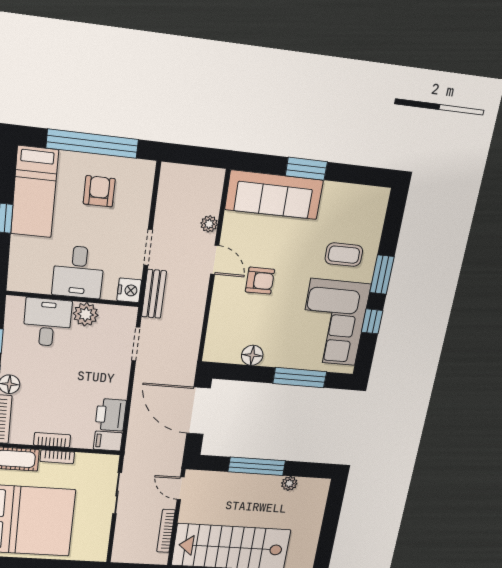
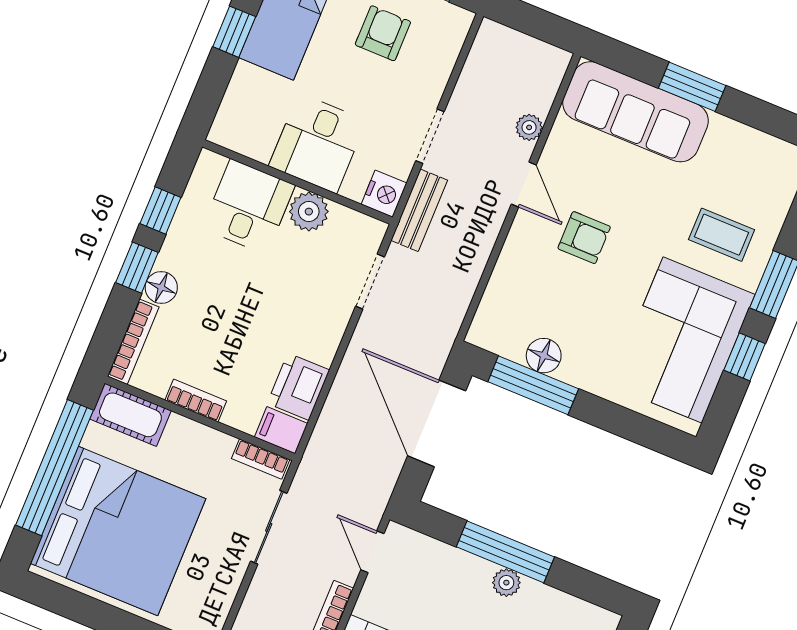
window: (300, 378) -> (533, 385), moved
bookcase: (57, 457) -> (261, 459), moved
plant: (289, 483) -> (506, 583), moved

